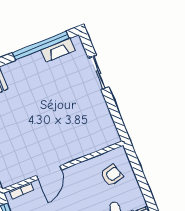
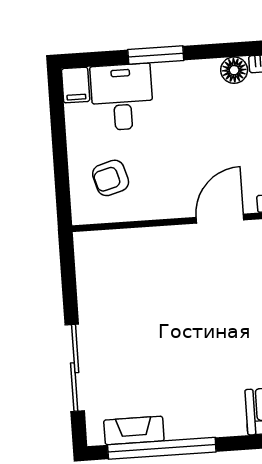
sliding door: (99, 72) -> (75, 368), width x1.37

